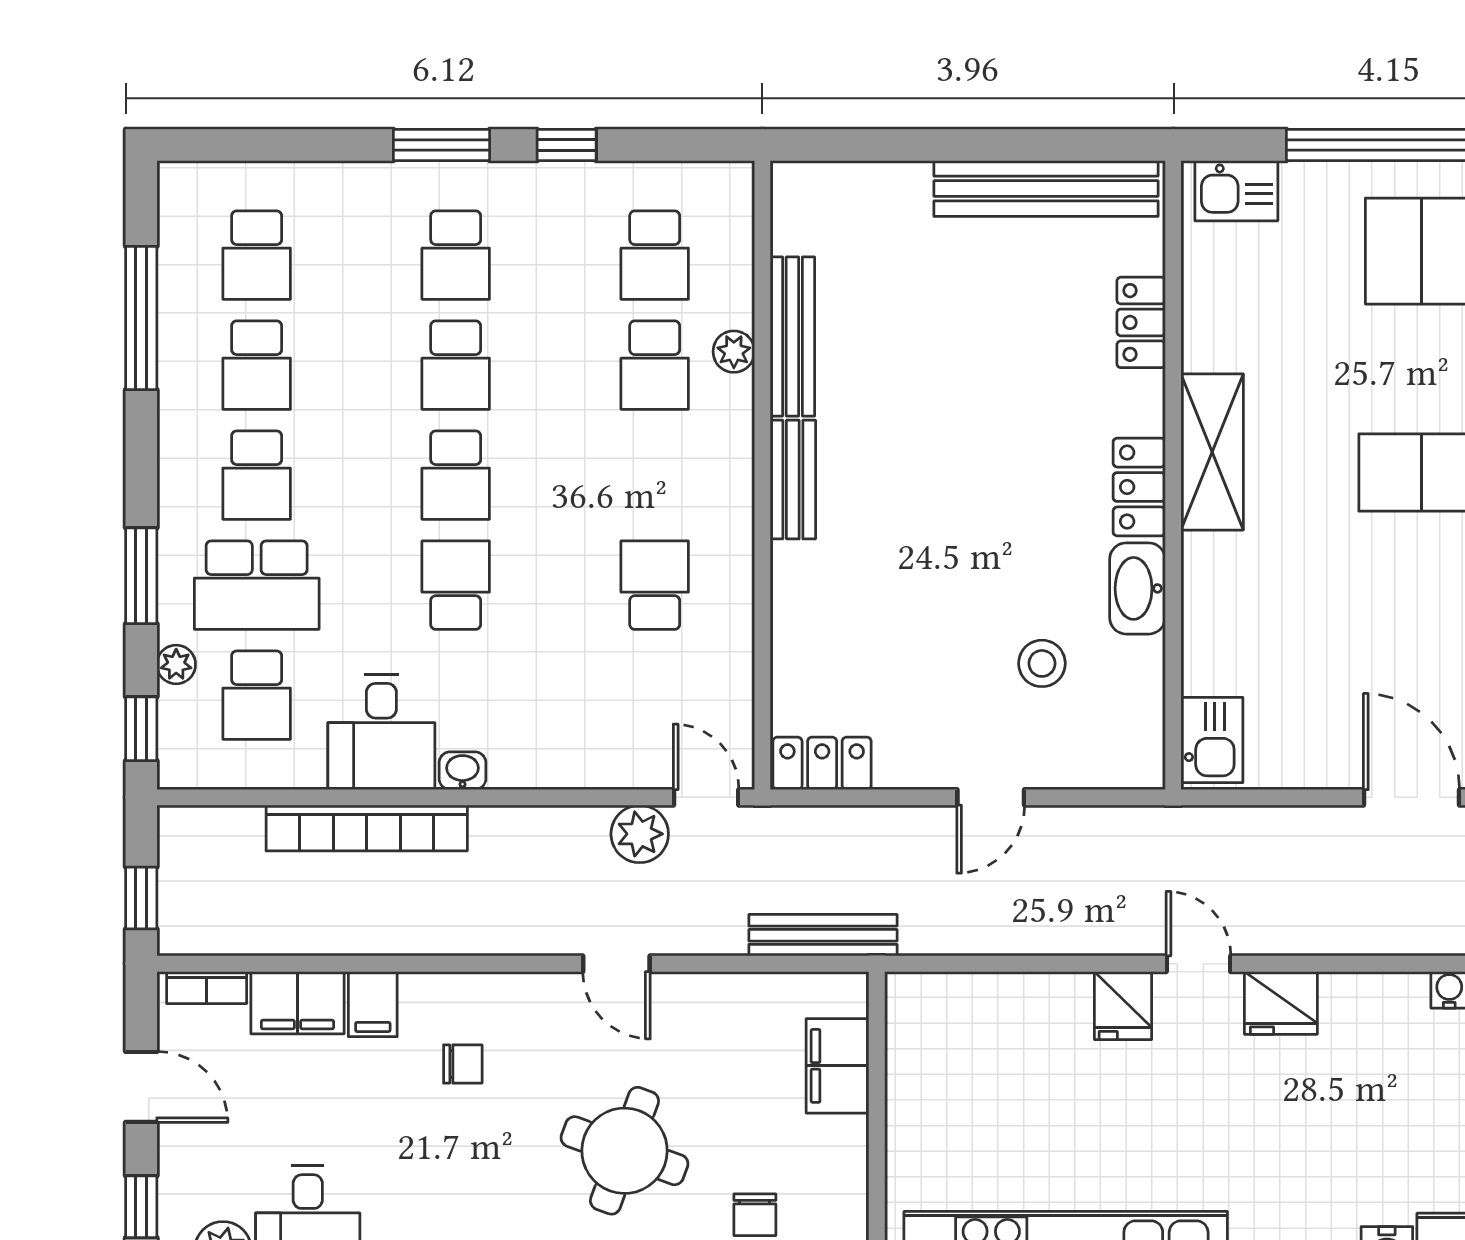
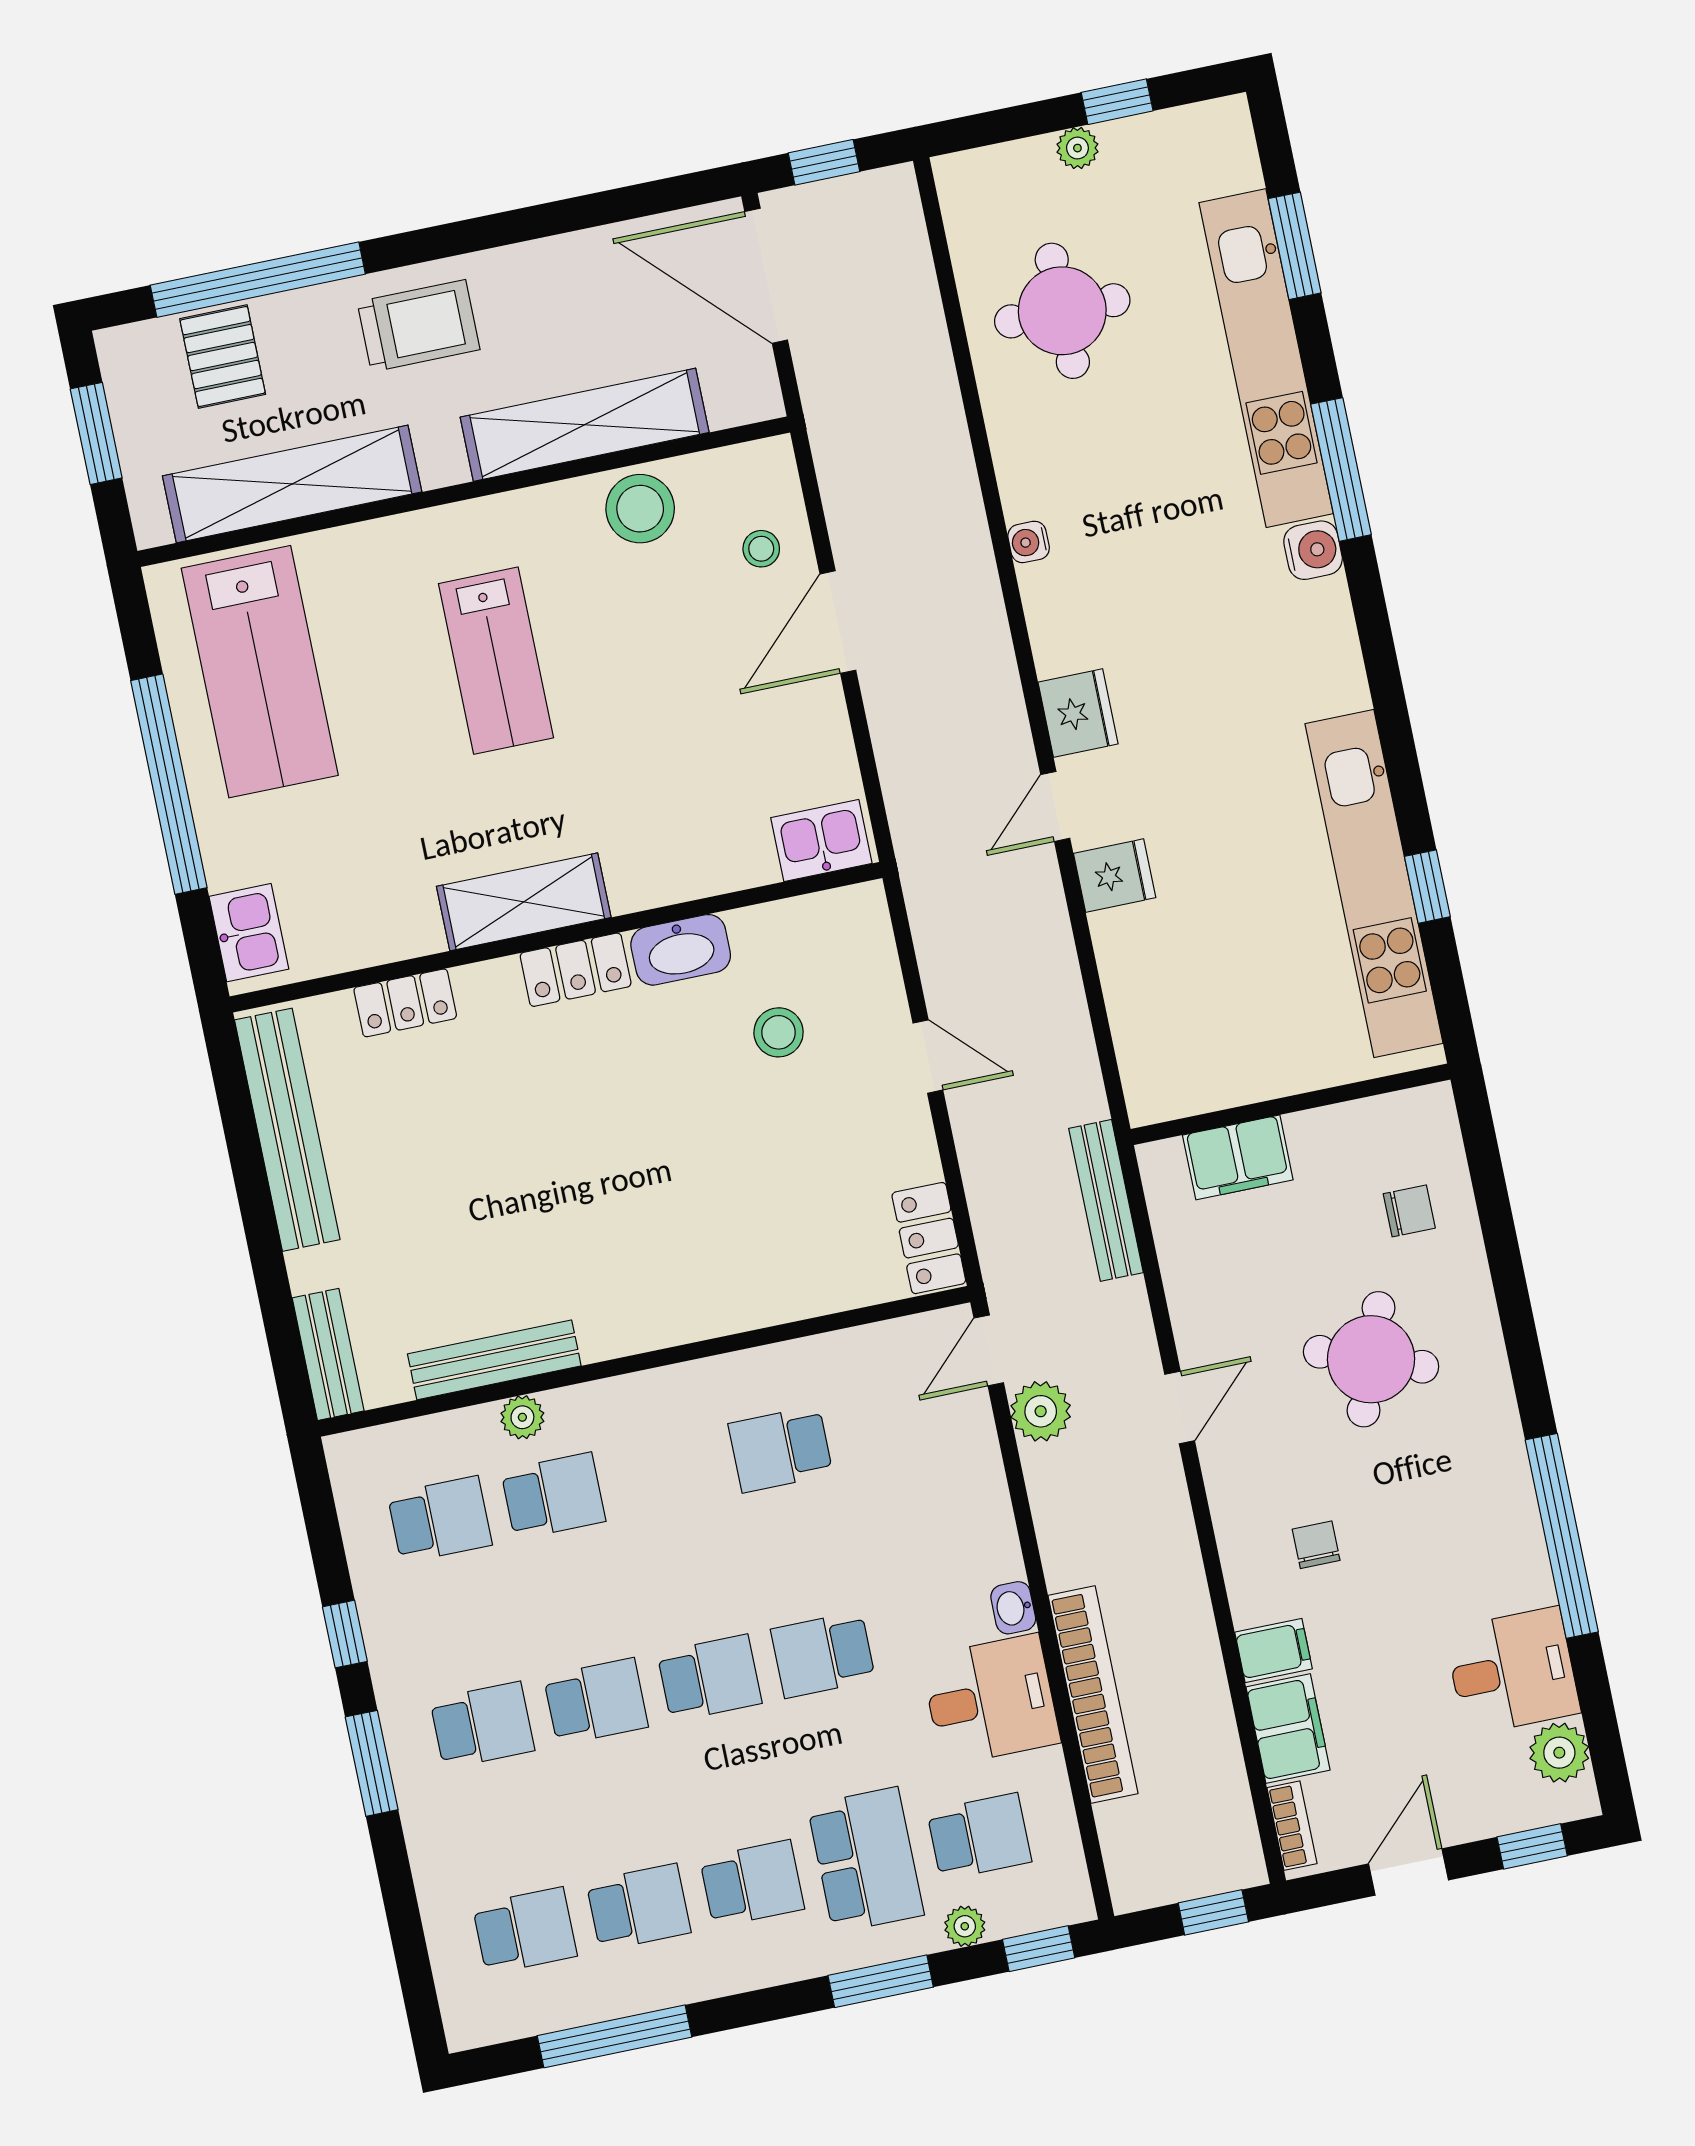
bench: (793, 480) -> (328, 1354), moved, turned 90

